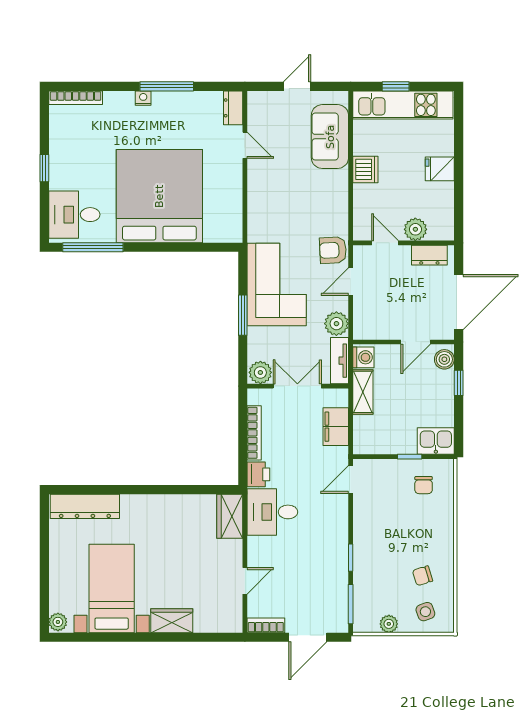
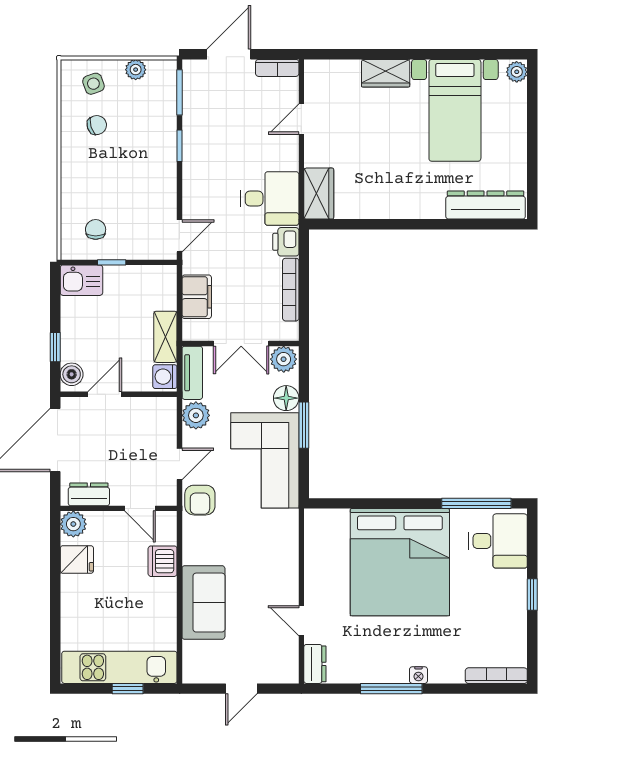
sofa: (330, 137) -> (203, 603), moved
dishwasher: (365, 169) -> (163, 561), moved
fridge: (440, 169) -> (77, 560), moved
plant: (415, 229) -> (73, 524), moved
armchair: (333, 250) -> (200, 500), turned 93
floor lamp: (258, 339) -> (286, 398), added

